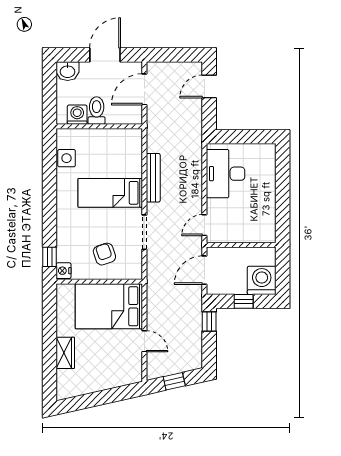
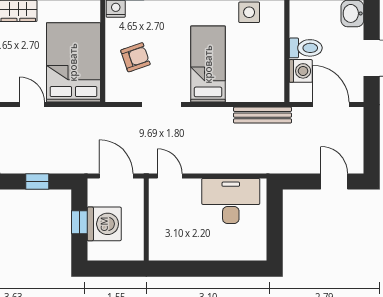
washing machine: (77, 115) -> (301, 71), moved
bench: (153, 178) -> (262, 115), moved
washing machine: (262, 280) -> (104, 224), moved
window: (209, 322) -> (37, 181), moved
door: (144, 341) -> (32, 105), swing flipped

